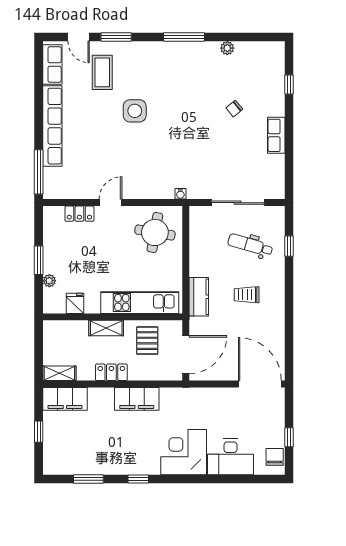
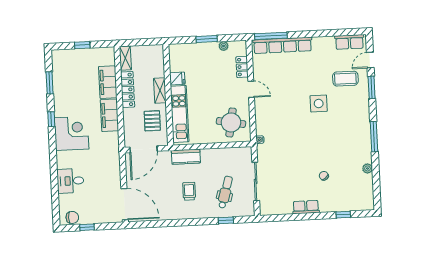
row of seats: (52, 126) -> (283, 45), moved
plant: (49, 281) -> (224, 46), moved
fridge: (75, 303) -> (177, 79), moved
pallet: (147, 341) -> (152, 121), turned 90
door: (186, 355) -> (143, 149), hinge flipped
locker: (111, 372) -> (128, 89), width x1.53
door: (260, 384) -> (125, 204), hinge flipped
filing cabinet: (65, 399) -> (108, 82), moved
corner desk: (184, 452) -> (72, 133), moved
desk: (230, 457) -> (70, 181), width x0.73

